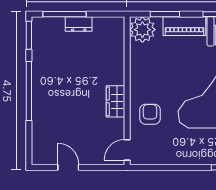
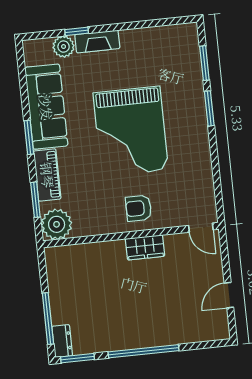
dresser: (79, 24) -> (62, 341), moved
armchair: (150, 114) -> (139, 208), moved

